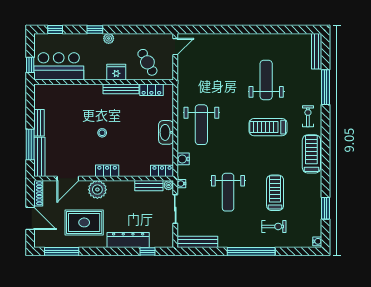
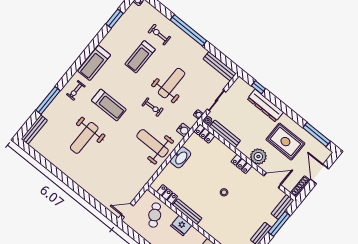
weight bench: (201, 125) -> (153, 143), turned -90
bench: (39, 157) -> (282, 207), width x0.73
exercise bike: (227, 157) -> (153, 107), added
bench: (149, 186) -> (225, 134), width x1.36

